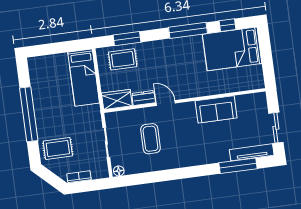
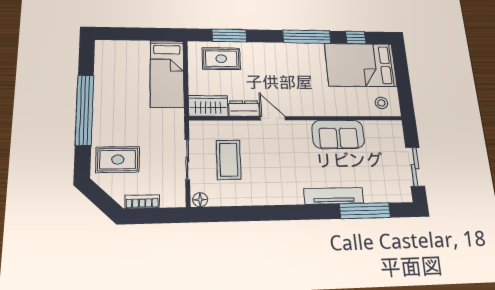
stool: (249, 79) -> (381, 103), added
coffee table: (150, 139) -> (229, 160), moved
tv unit: (252, 152) -> (334, 196), moved

